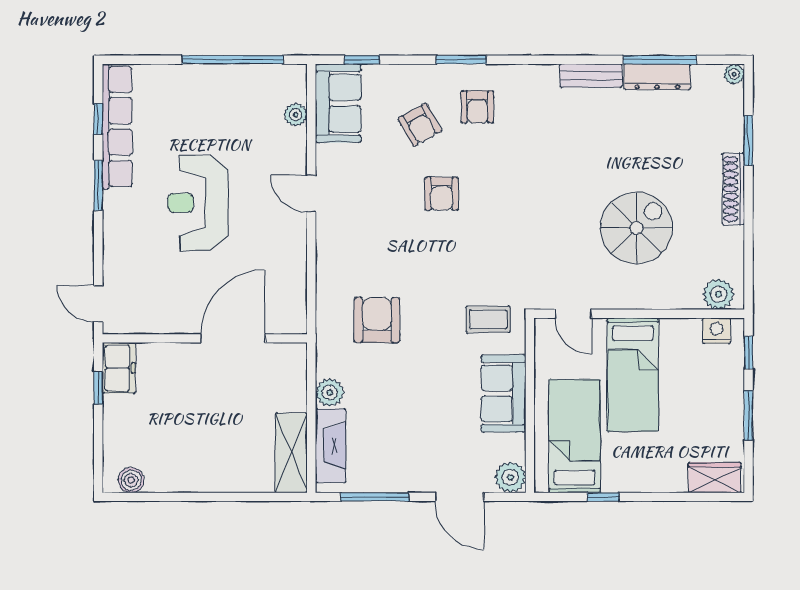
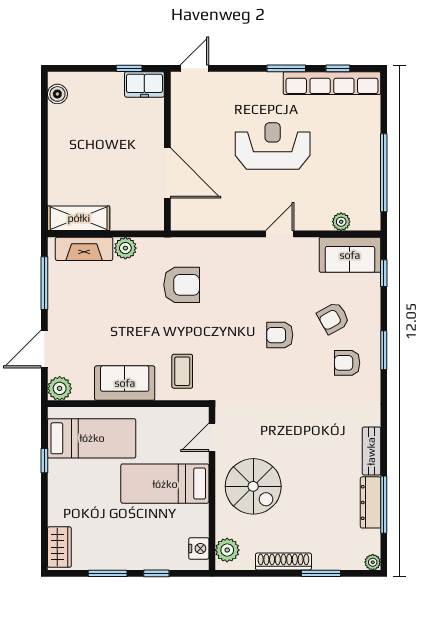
plant: (718, 294) -> (227, 550), moved
door: (573, 314) -> (212, 437), moved
wall: (639, 314) -> (212, 488), moved
nightstand: (716, 331) -> (199, 548), moved
bed: (633, 374) -> (165, 484), moved

